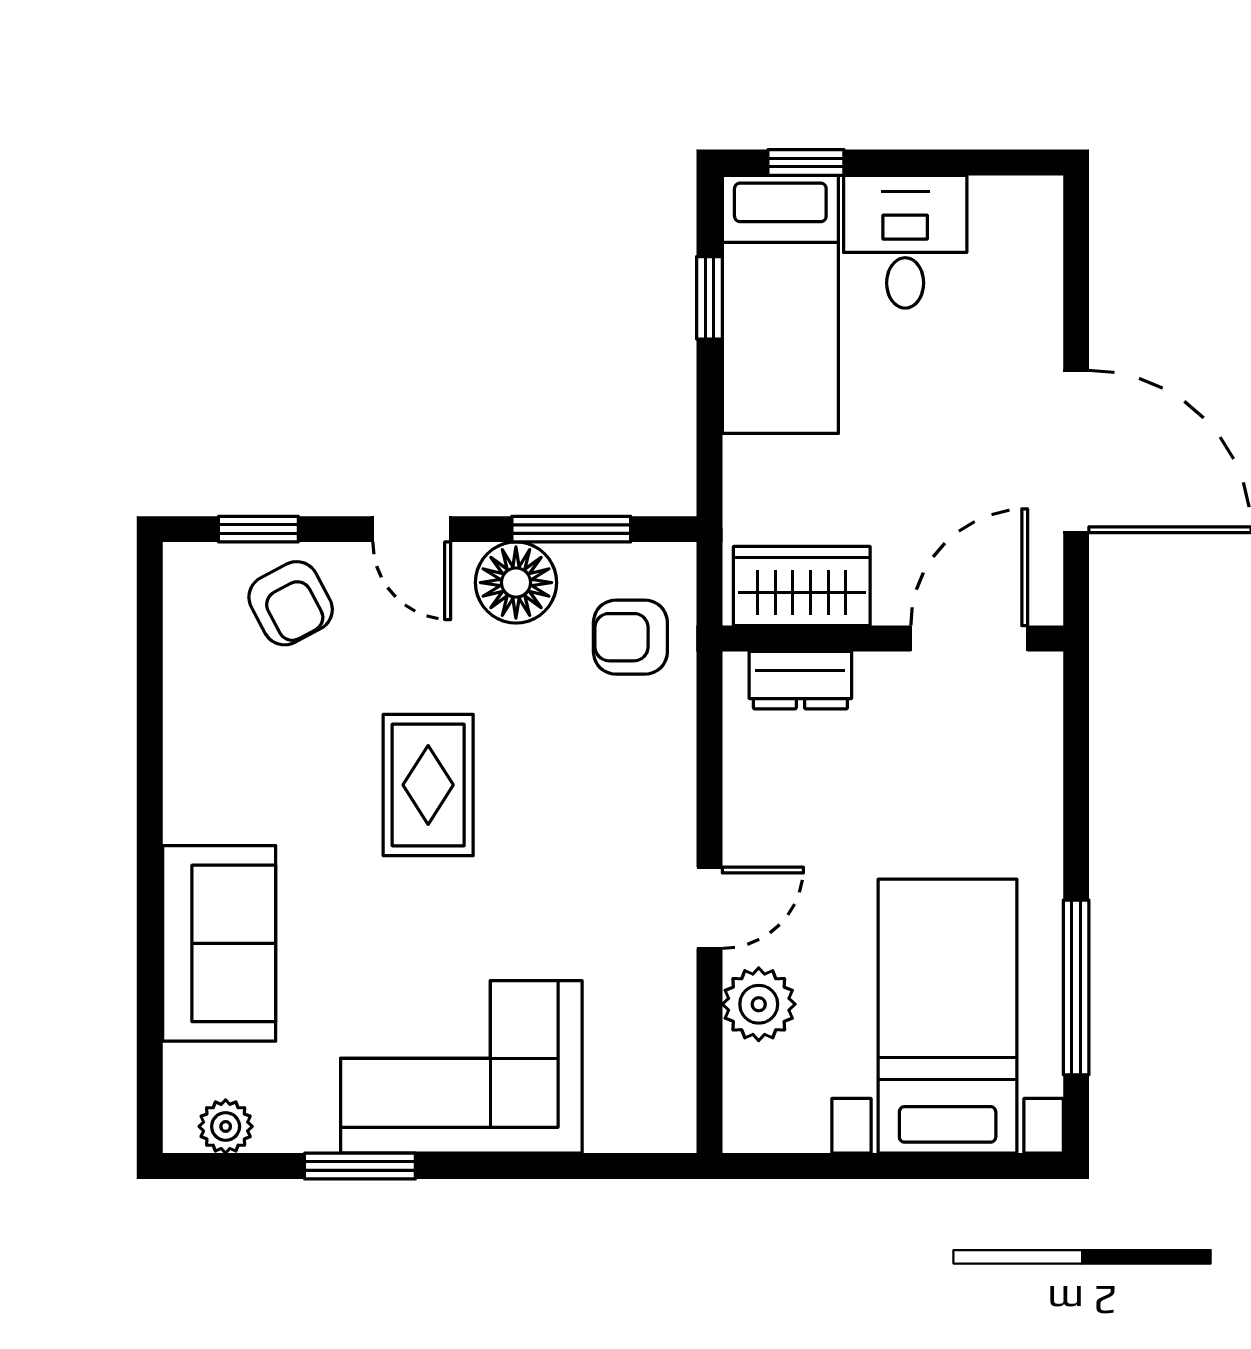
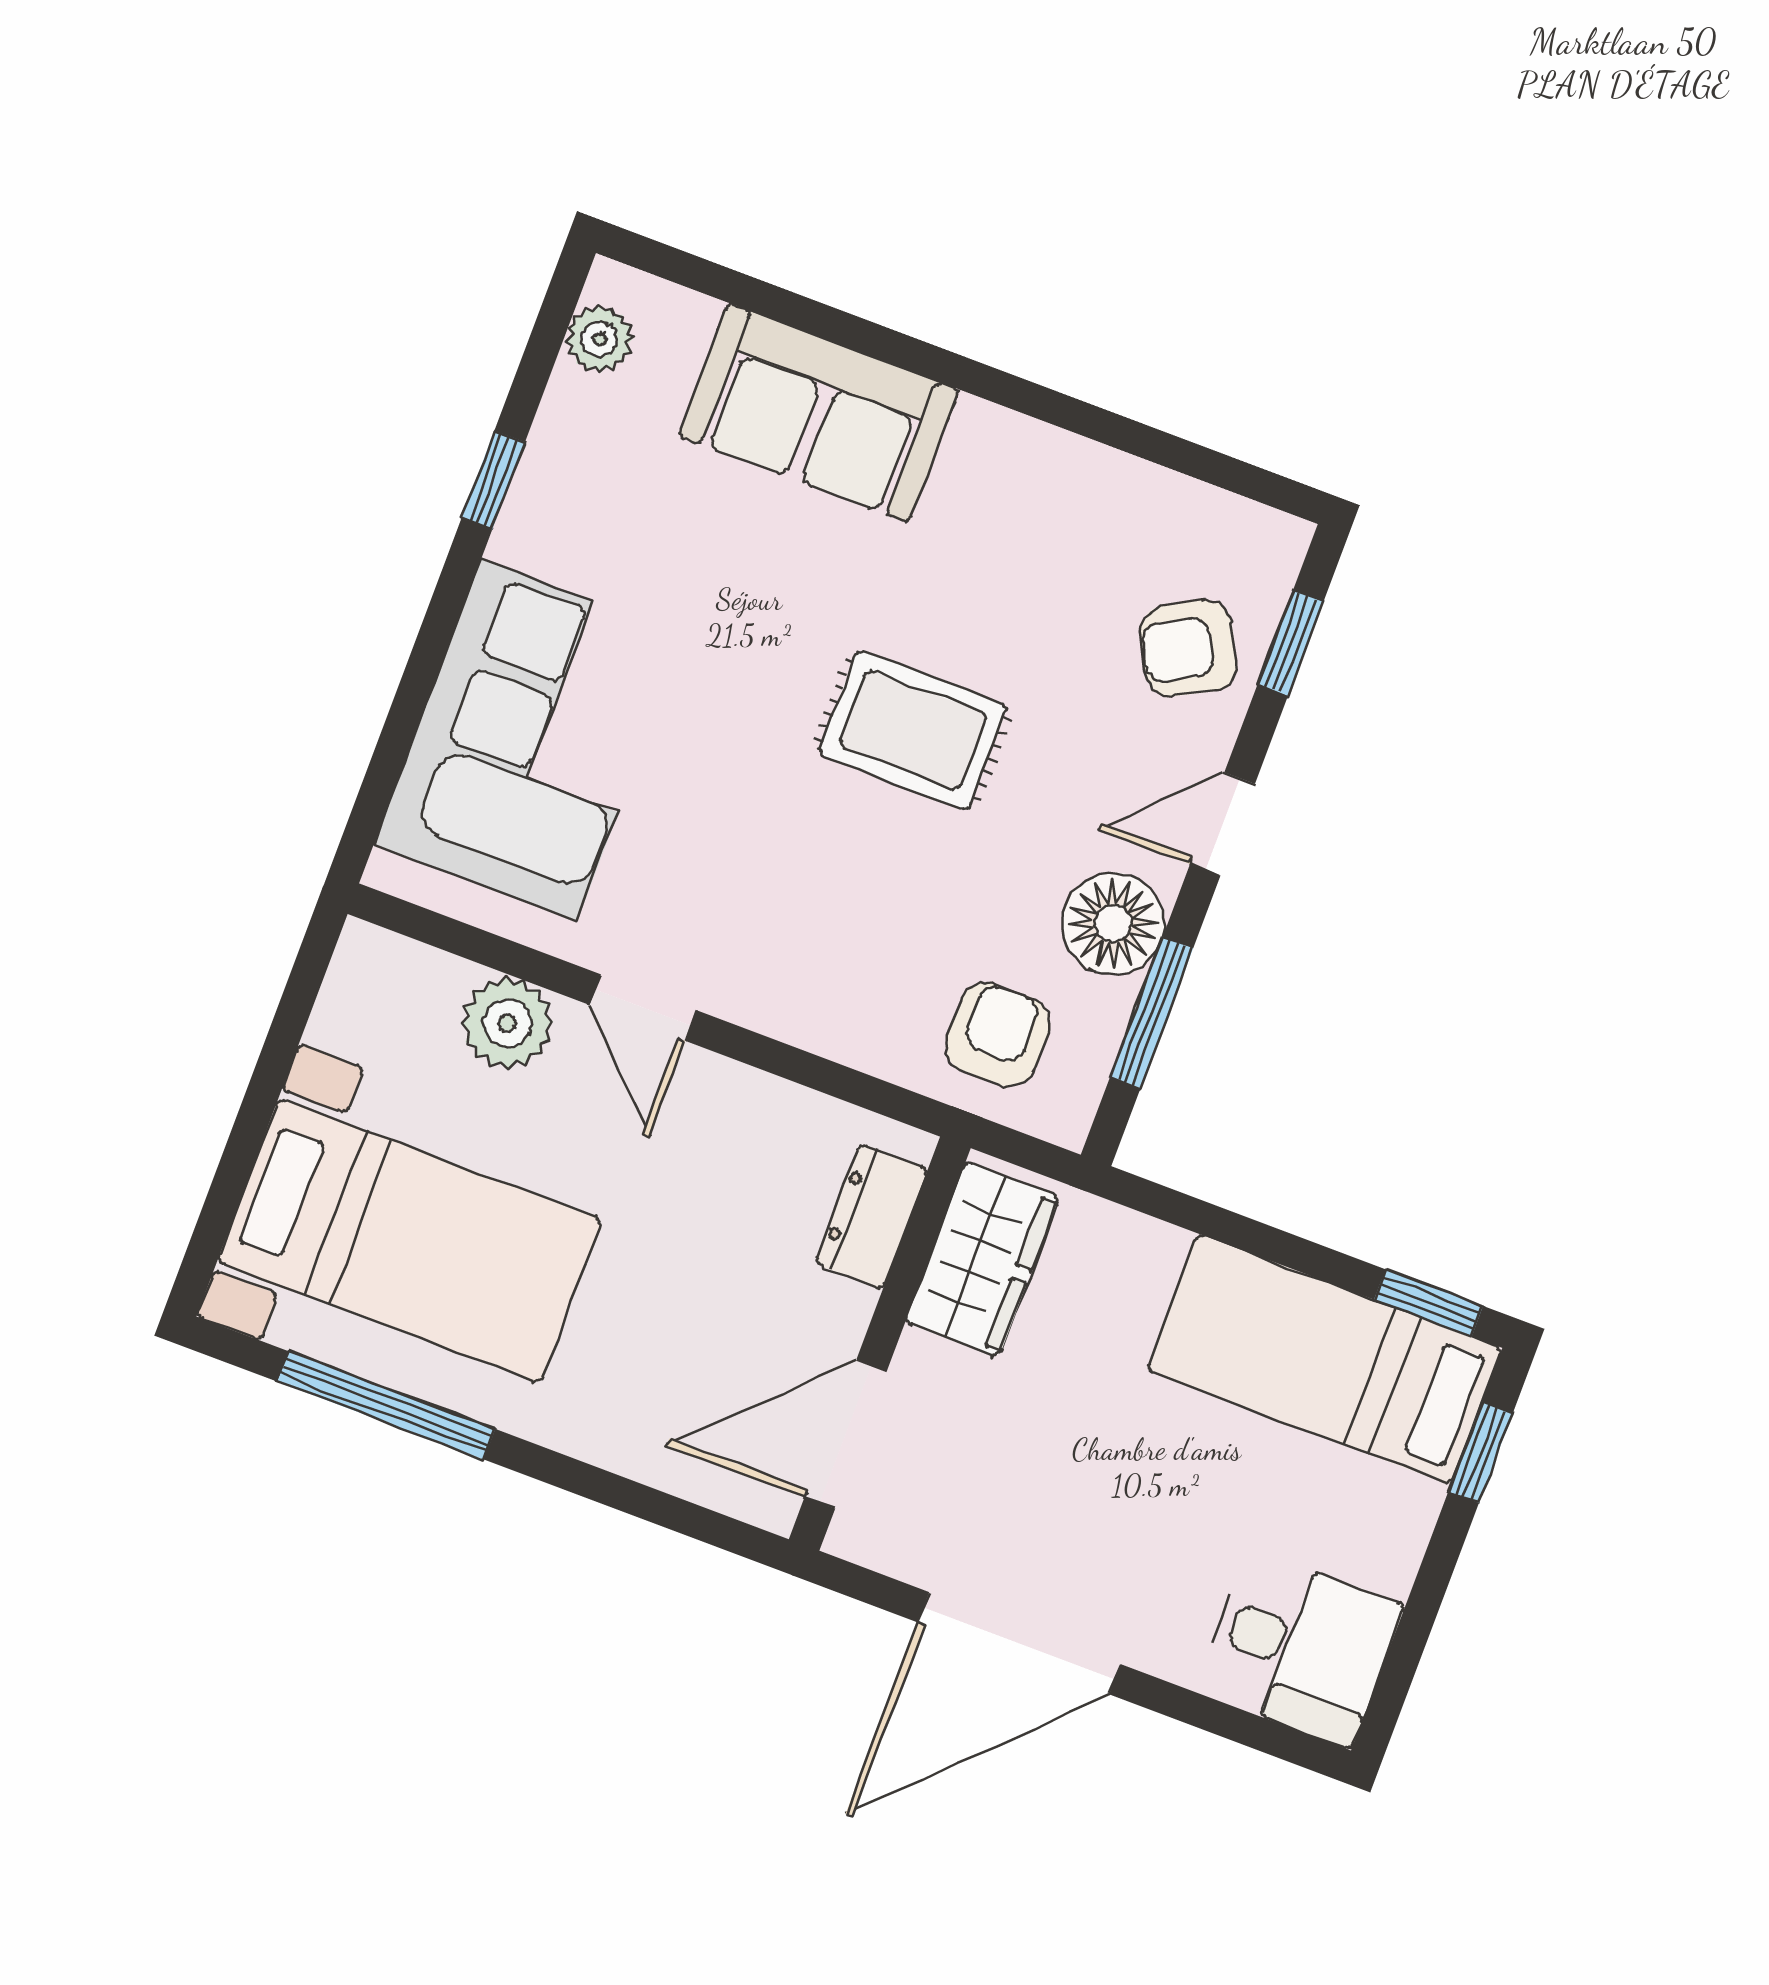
desk: (905, 242) -> (1300, 1648), moved
window: (709, 298) -> (1429, 1303), moved
door: (969, 638) -> (846, 1434), swing flipped
corner sofa: (461, 1067) -> (529, 740), moved
window: (360, 1166) -> (493, 480), width x0.67

